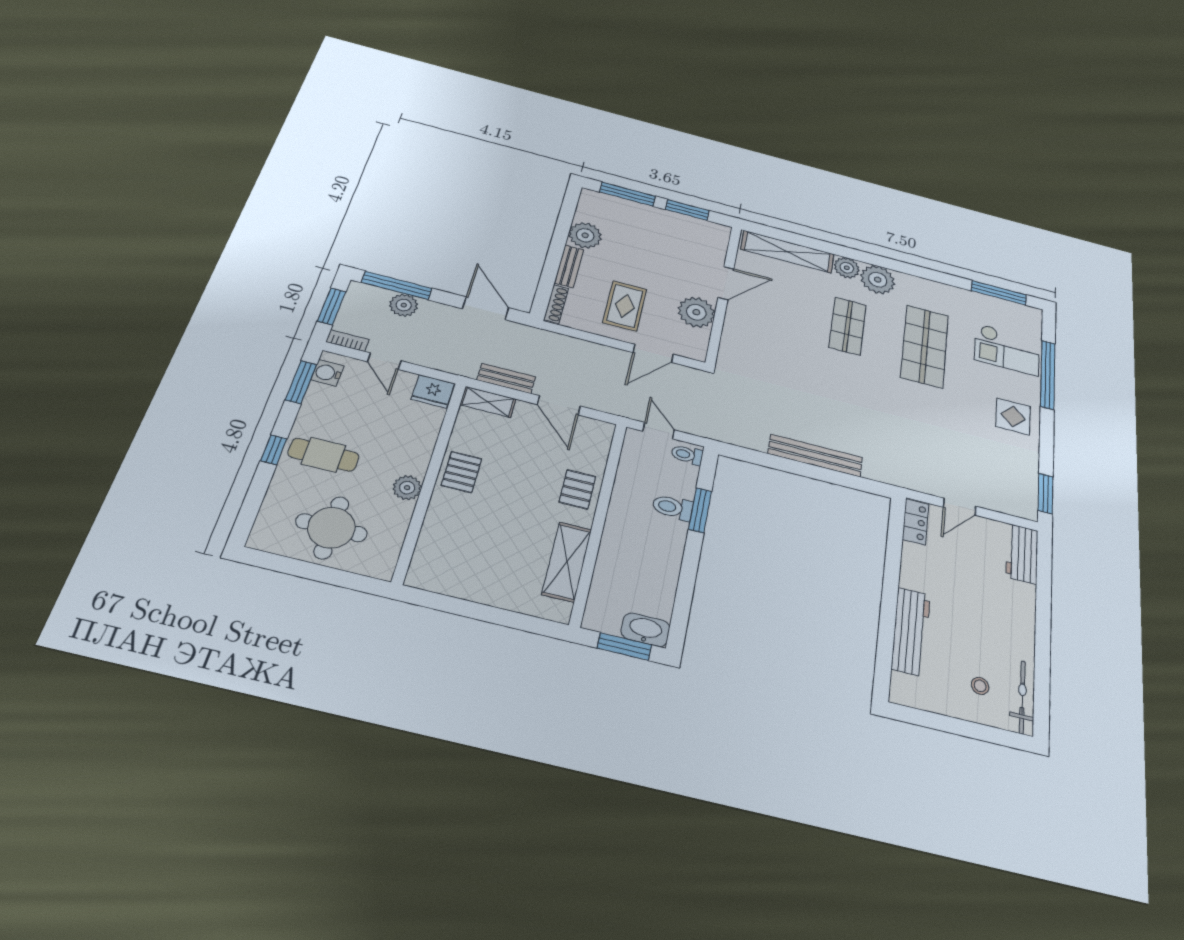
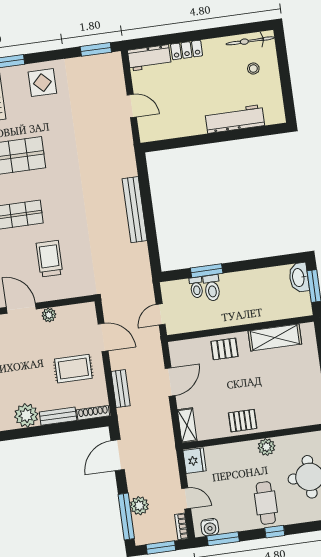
plant: (696, 312) -> (49, 315), width x0.53, depth x0.53
trolley: (780, 336) -> (49, 259), added
door: (384, 361) -> (186, 498), hinge flipped
bench: (506, 378) -> (121, 389), moved
toilet: (687, 455) -> (196, 287), moved
locker: (916, 522) -> (187, 50), moved, turned 180

